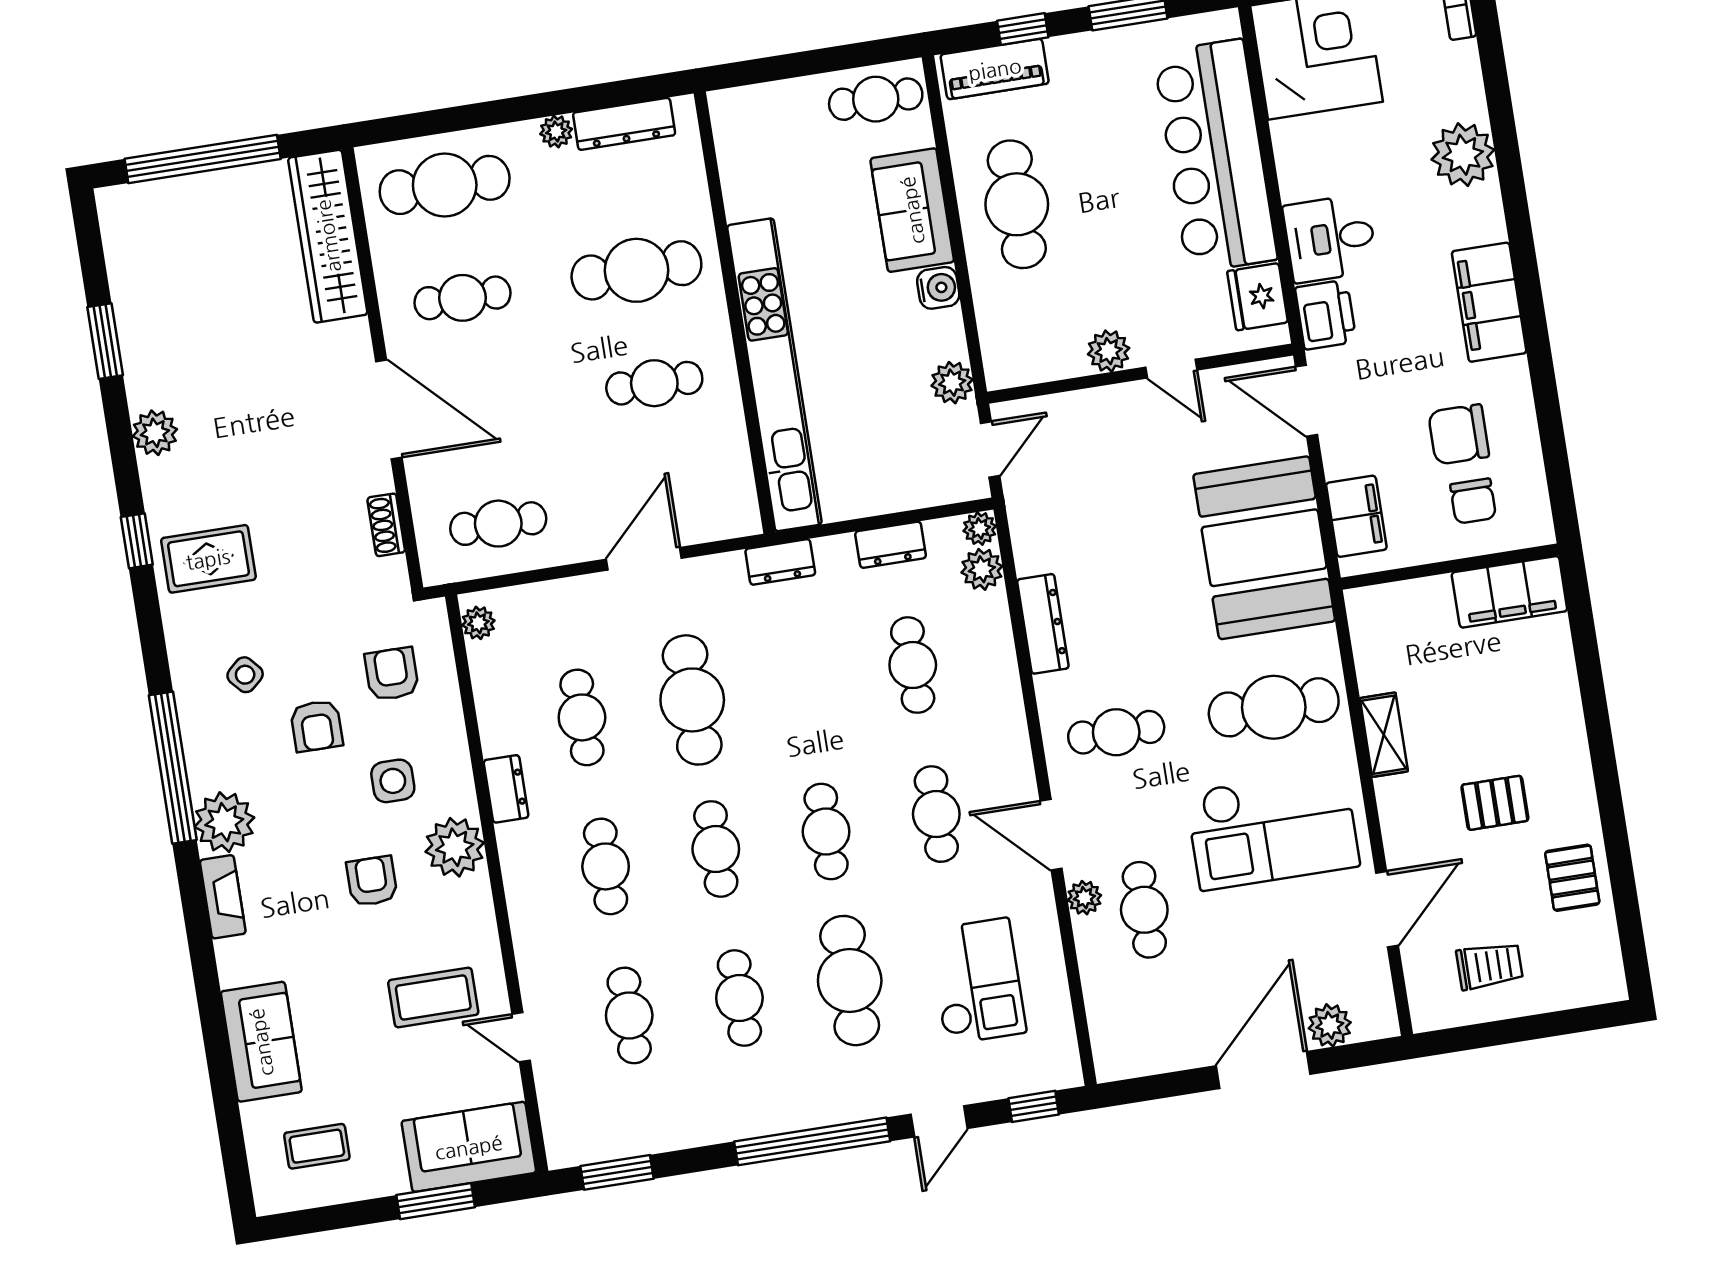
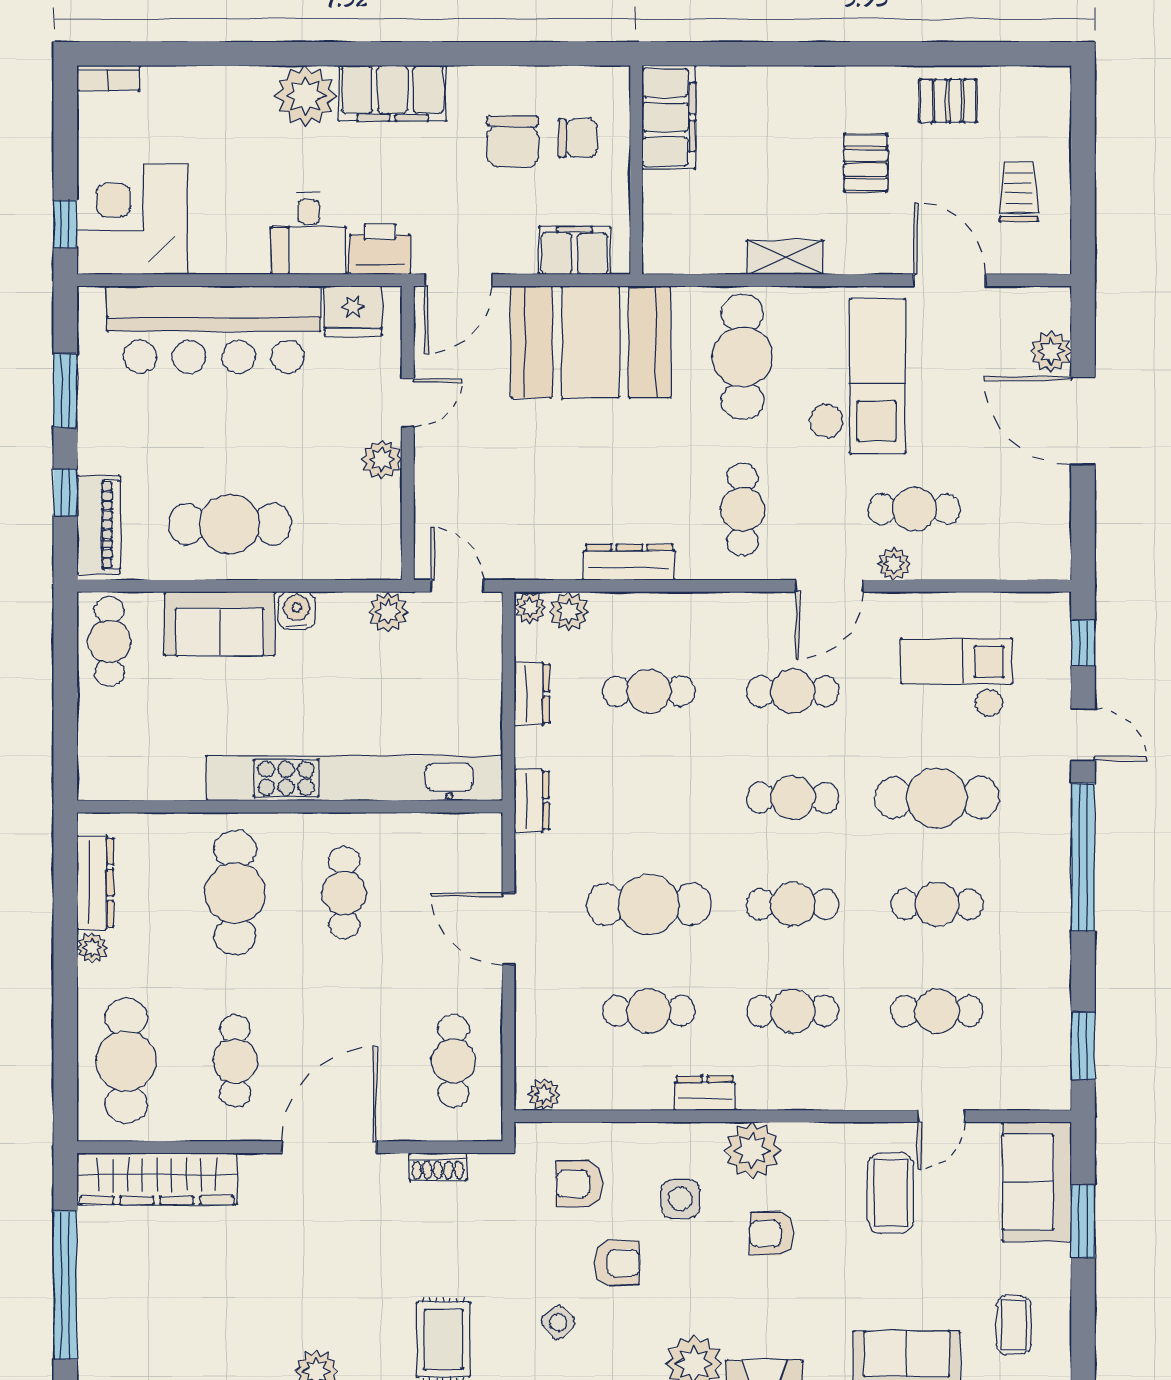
plant: (1463, 155) -> (305, 96), moved

